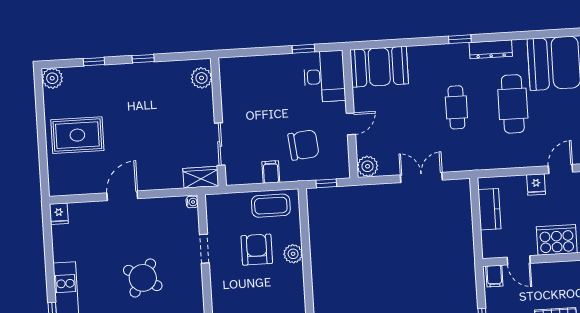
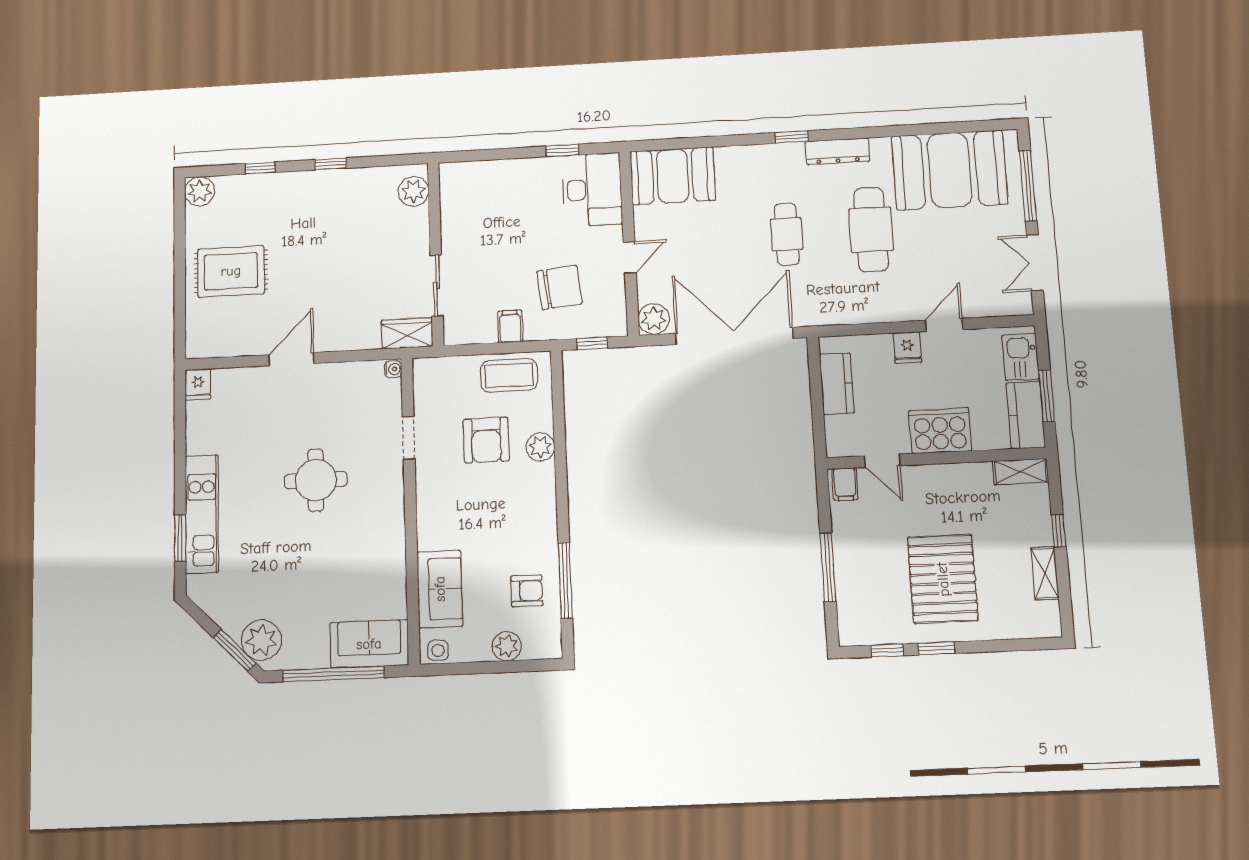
double door: (421, 177) -> (734, 336), width x1.87
armchair: (257, 250) -> (486, 440), turned 180
round table: (143, 278) -> (316, 480), turned -32

